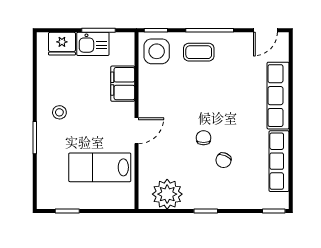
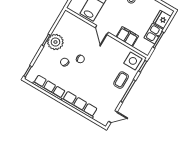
door: (265, 30) -> (113, 117), swing flipped
plant: (167, 194) -> (55, 42), moved

